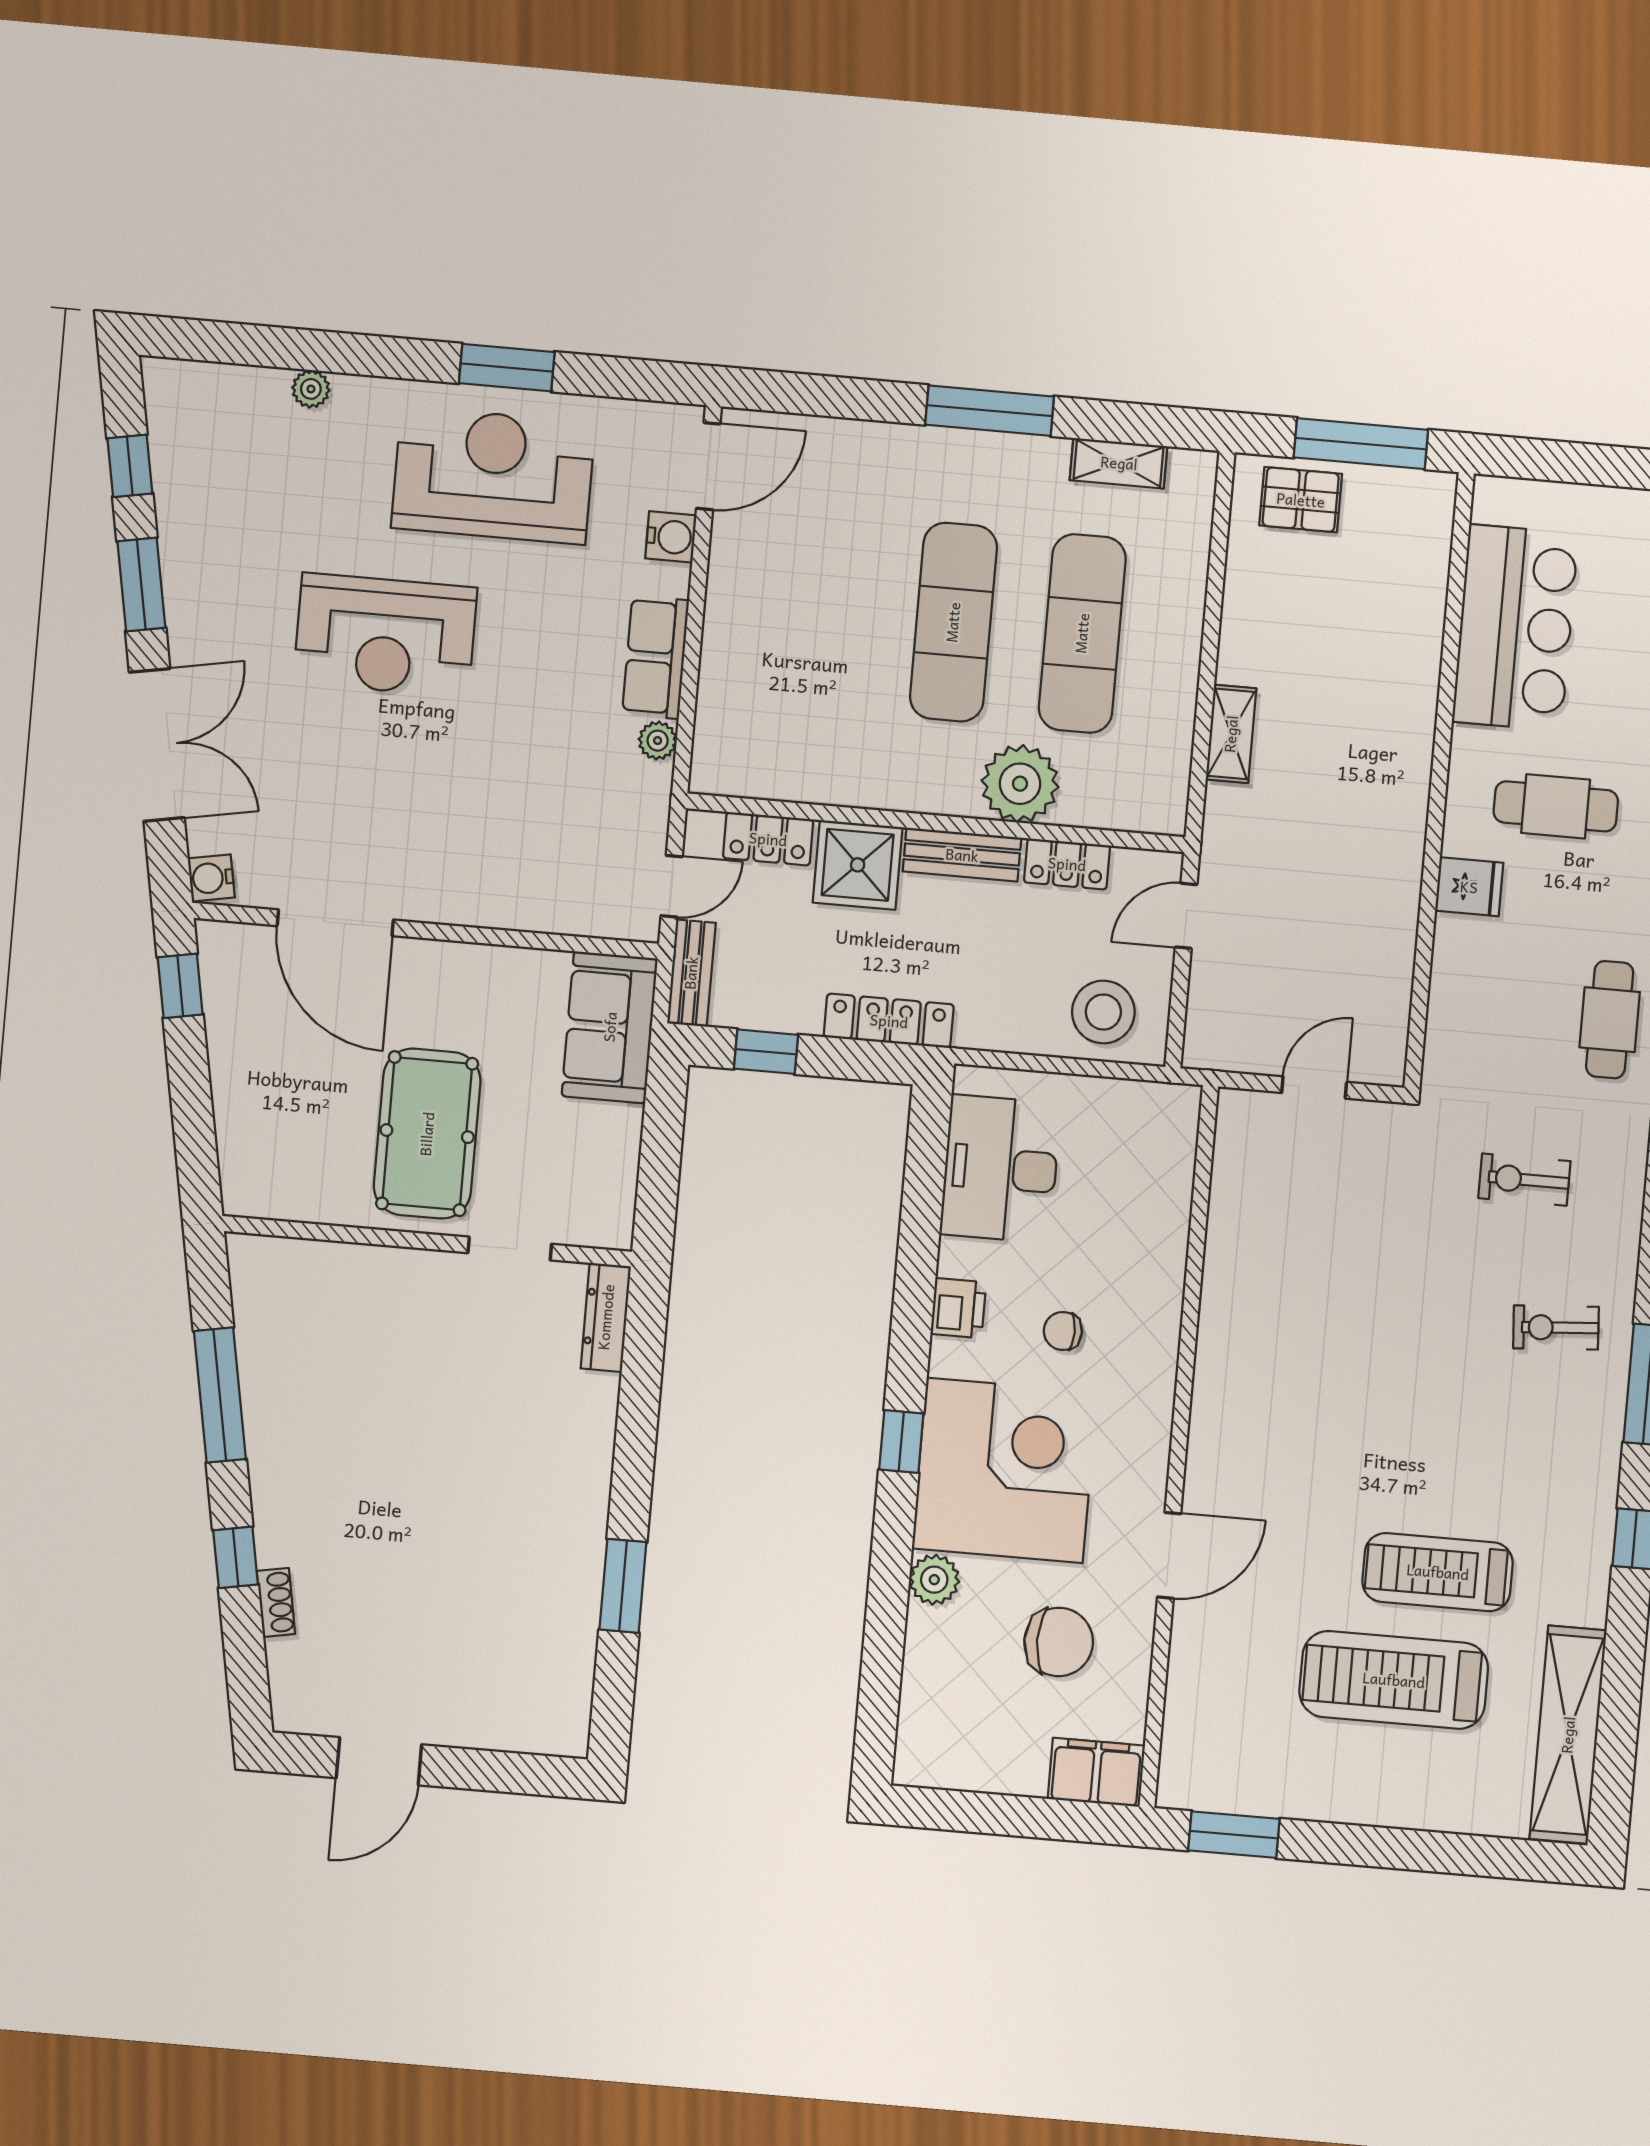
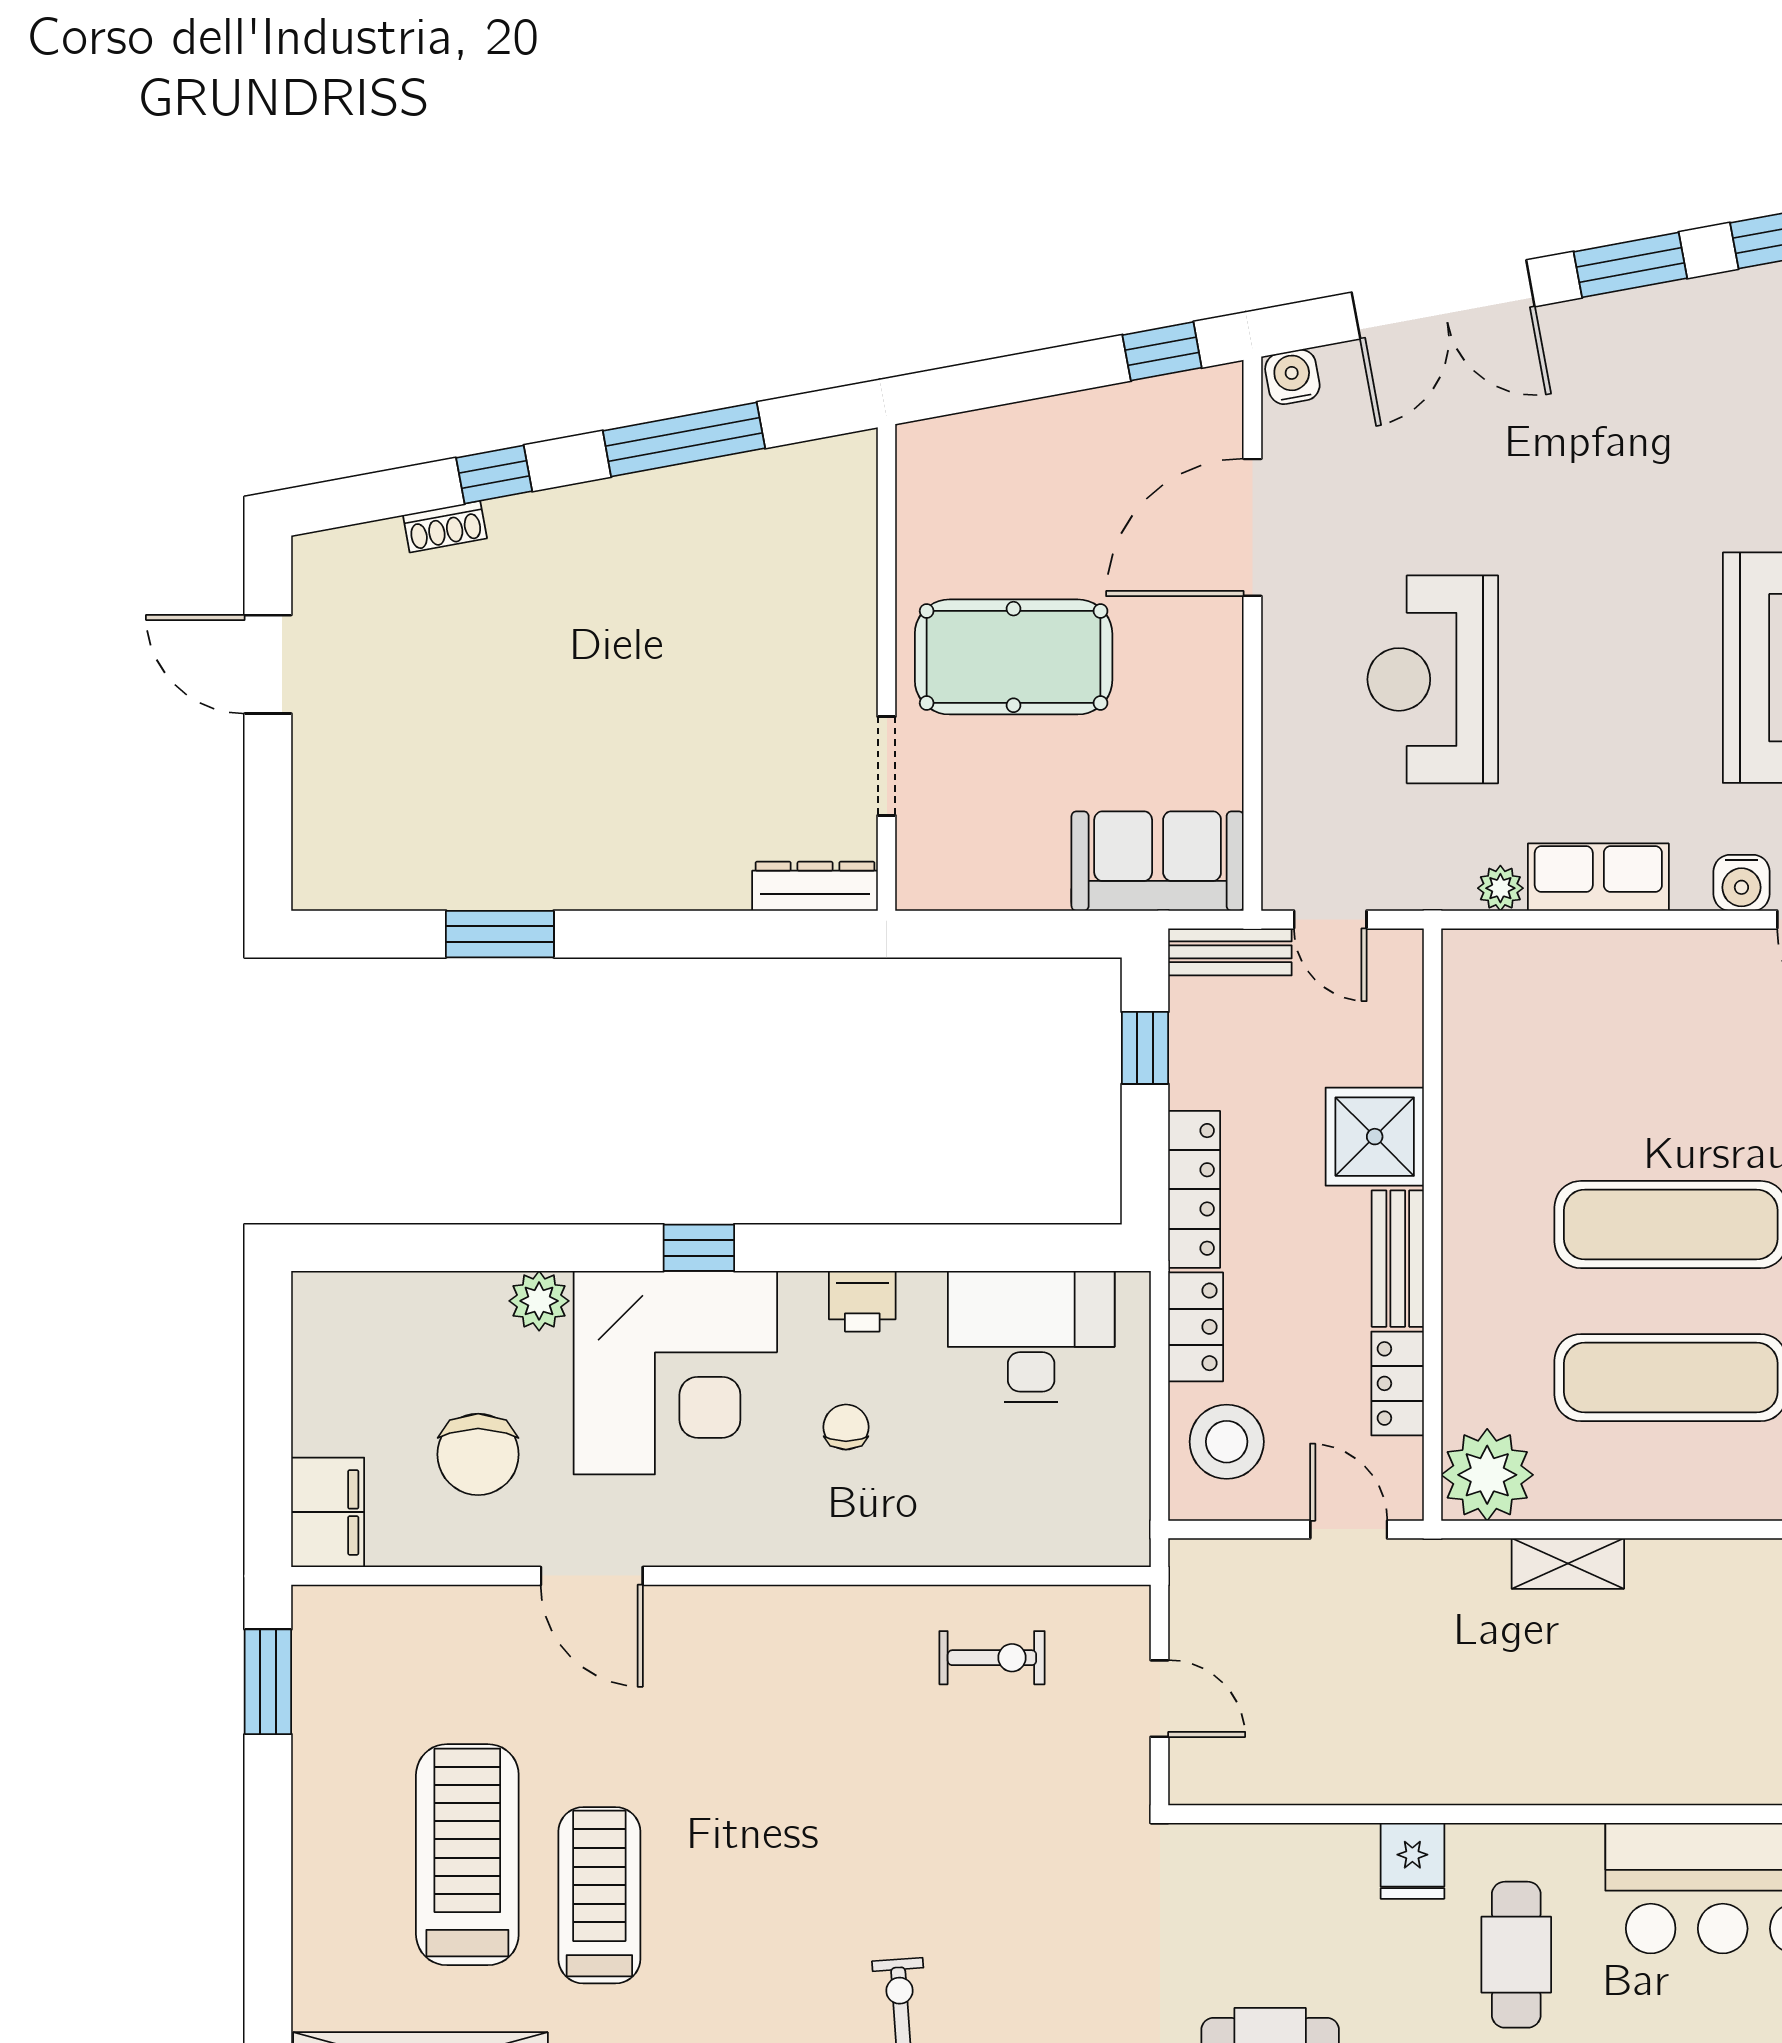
reception desk: (385, 635) -> (1433, 679), moved
plant: (1020, 784) -> (1487, 1475), moved
locker: (768, 839) -> (1196, 1327), moved, turned 180
exercise bike: (1524, 1180) -> (992, 1658), moved, turned 90

